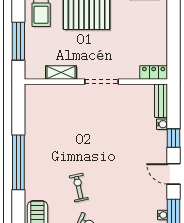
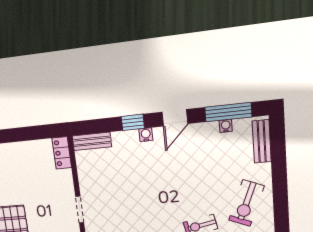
doorway: (101, 82) -> (80, 209), width x0.73
water cooler: (162, 124) -> (146, 135), moved

